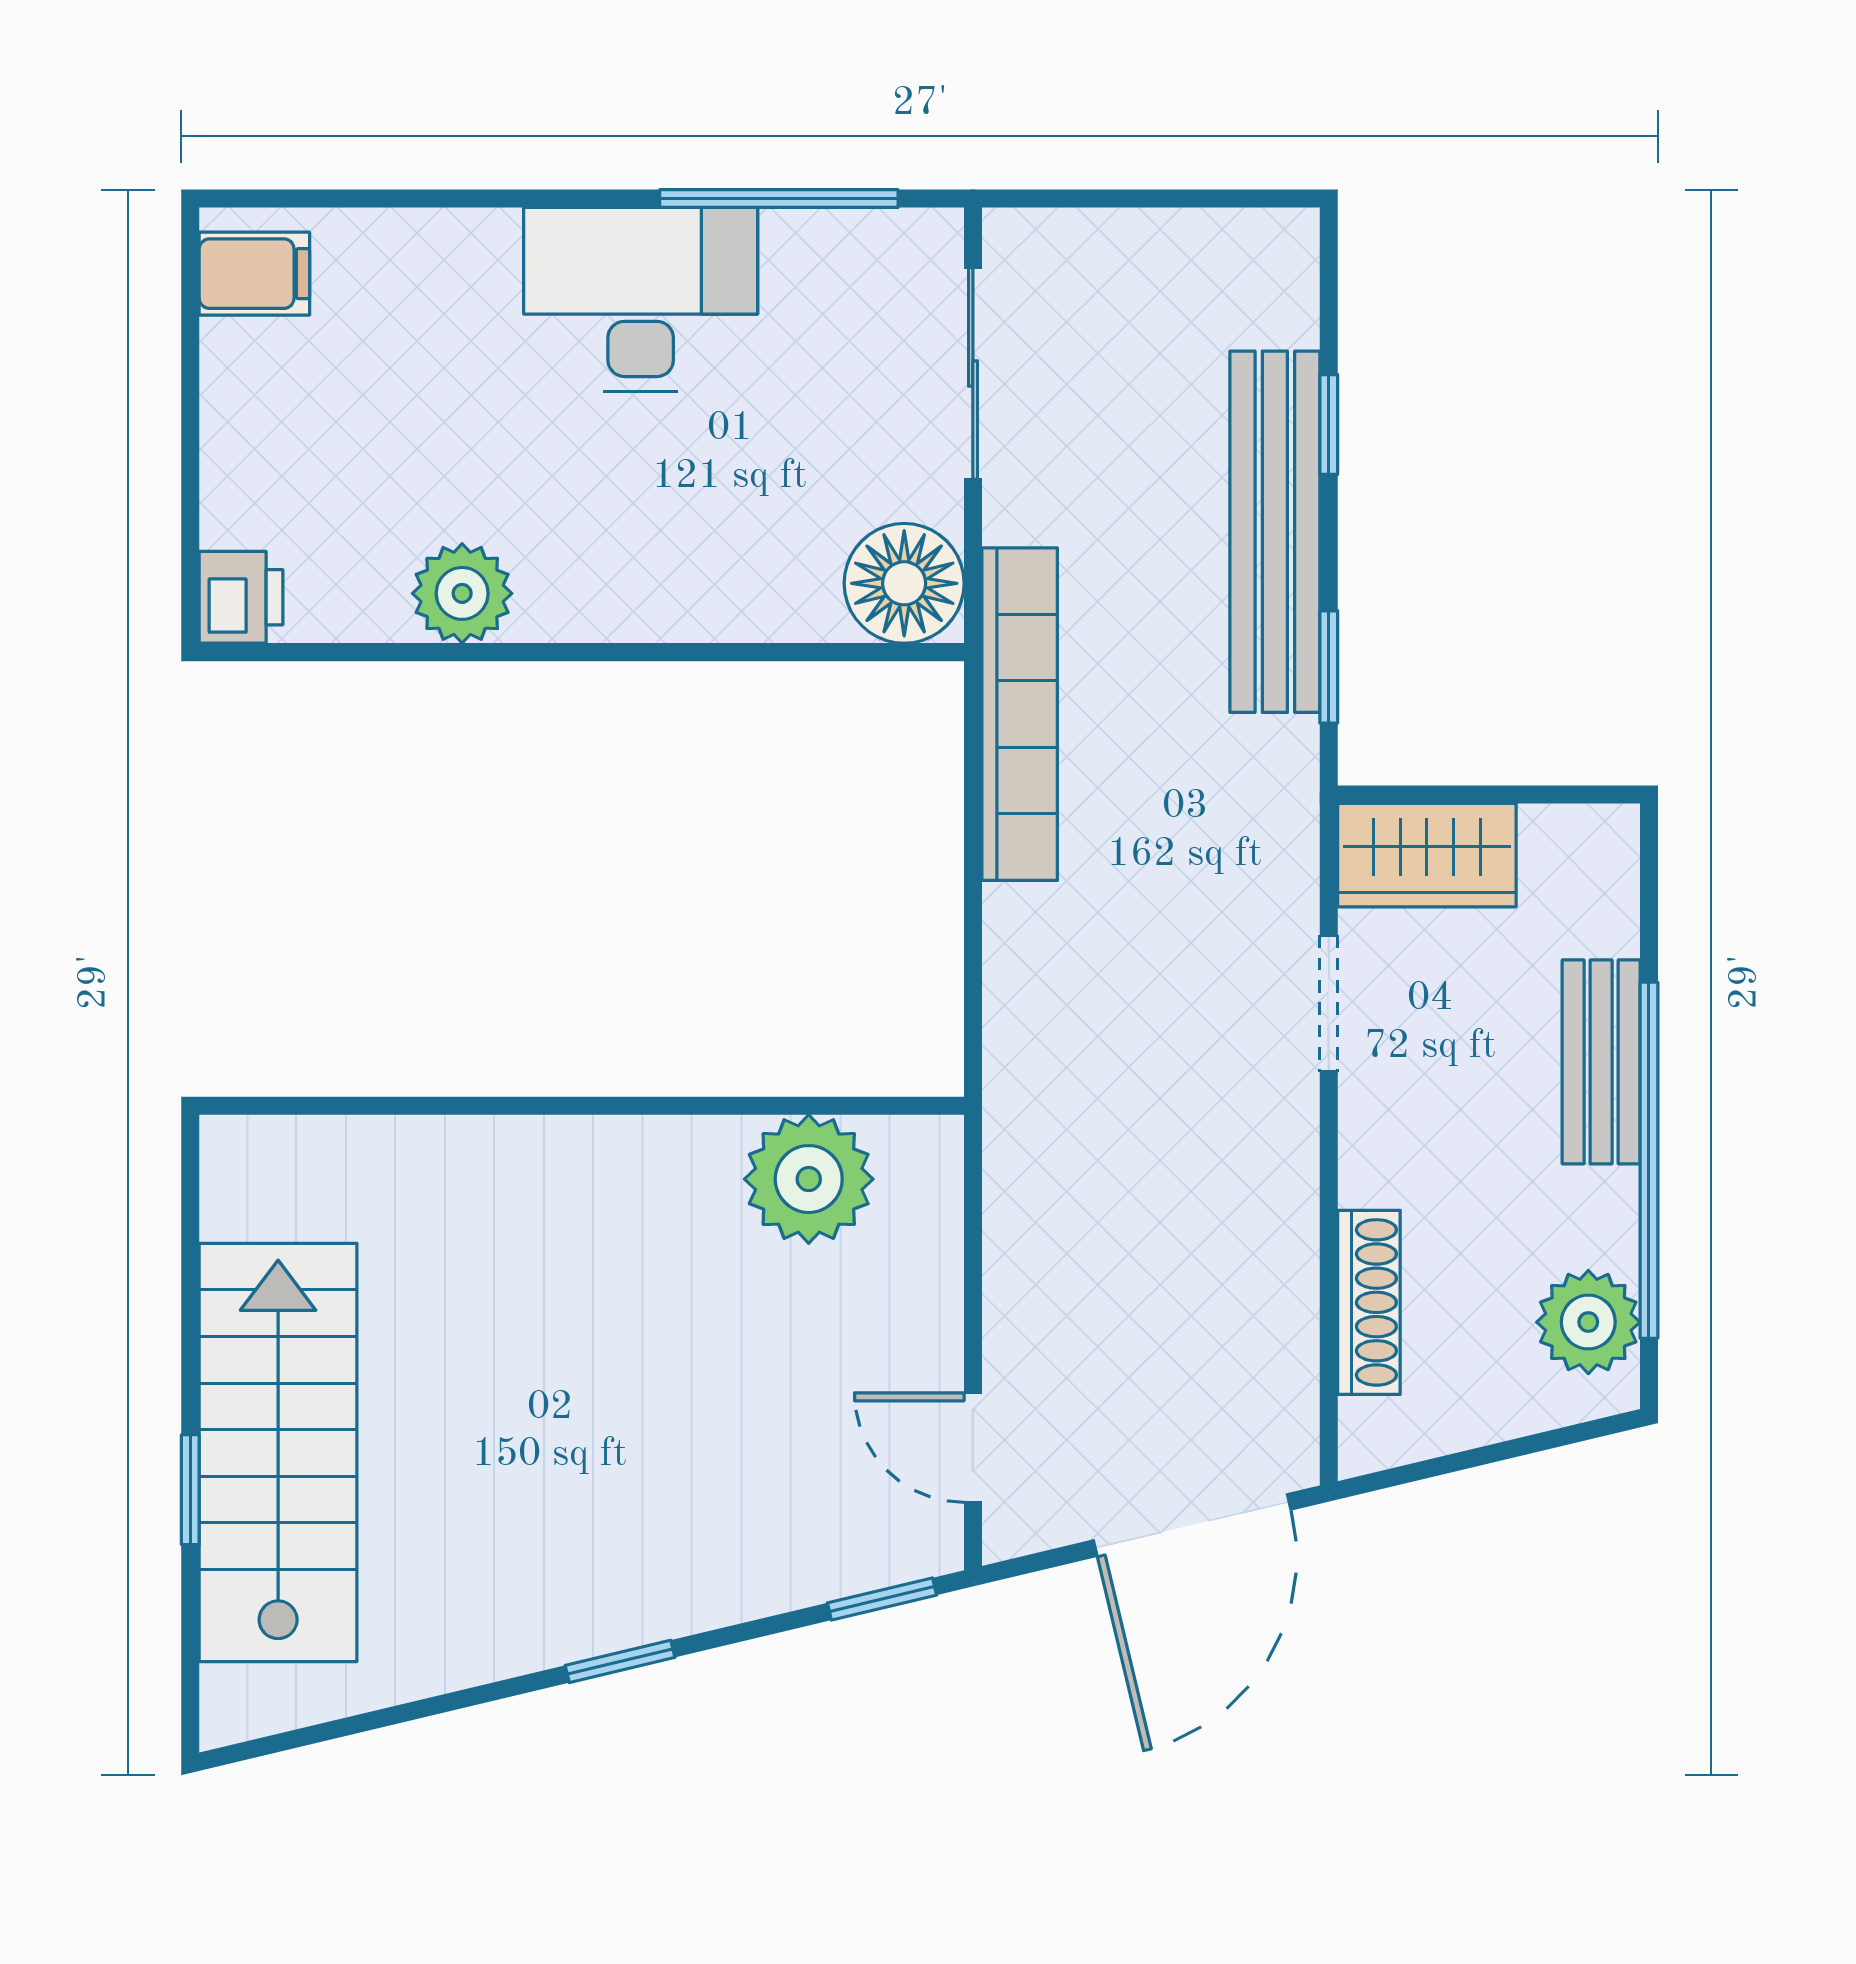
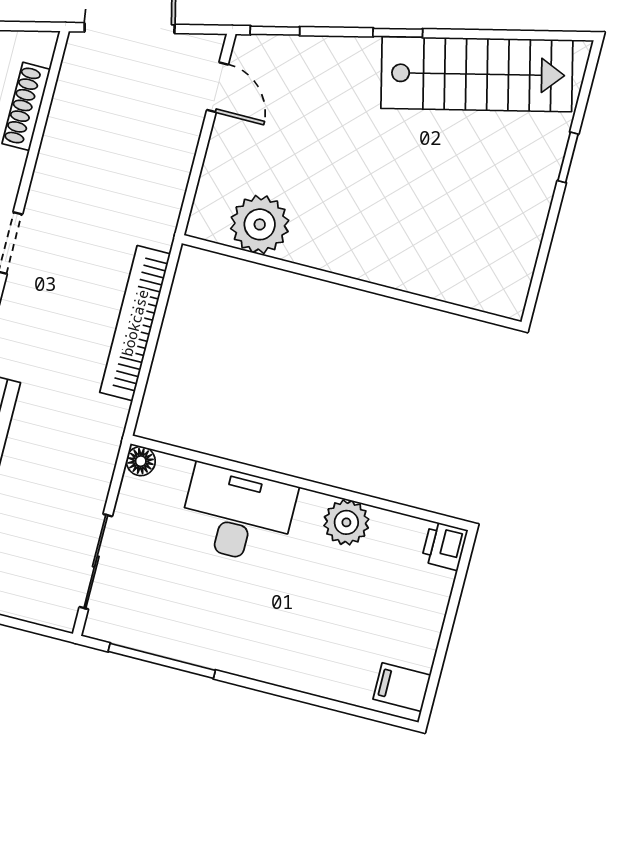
desk: (641, 299) -> (238, 514), moved, turned 180
floor lamp: (904, 583) -> (141, 461), width x0.53, depth x0.53
bookcase: (1020, 714) -> (135, 323), moved
stairs: (278, 1452) -> (477, 74), moved, turned -103

